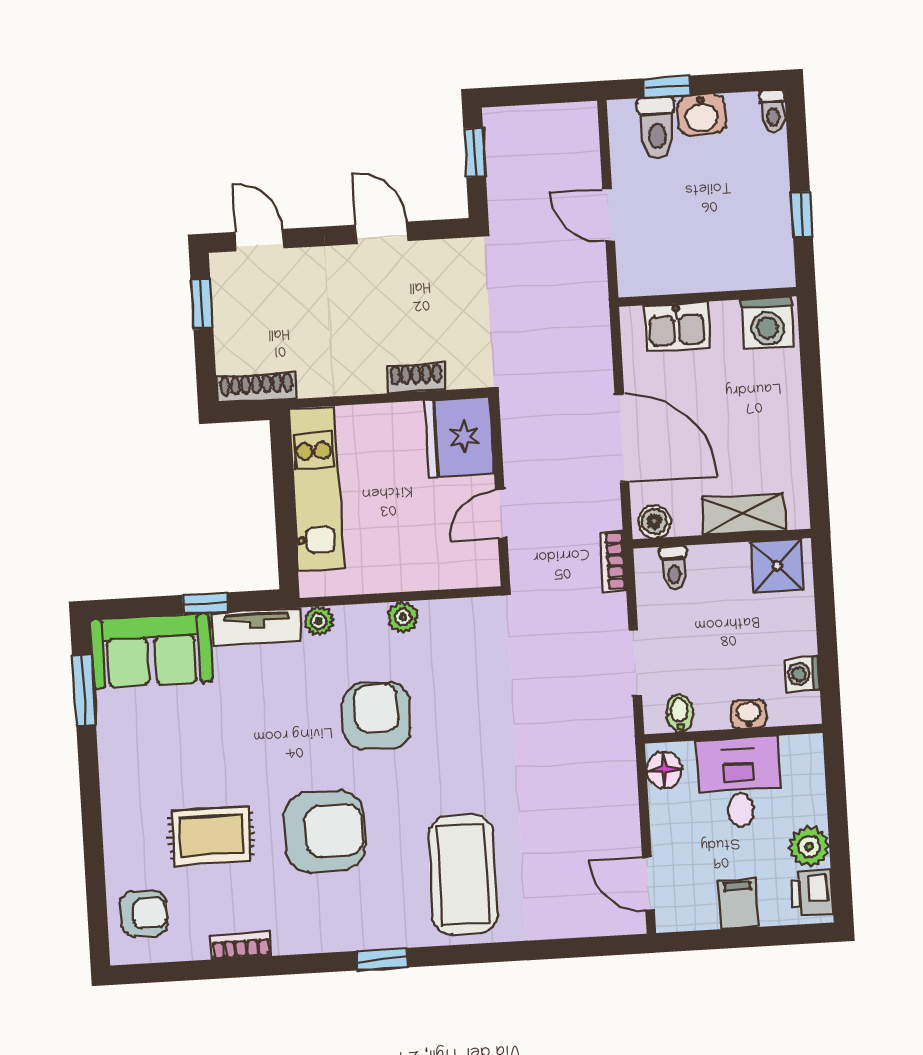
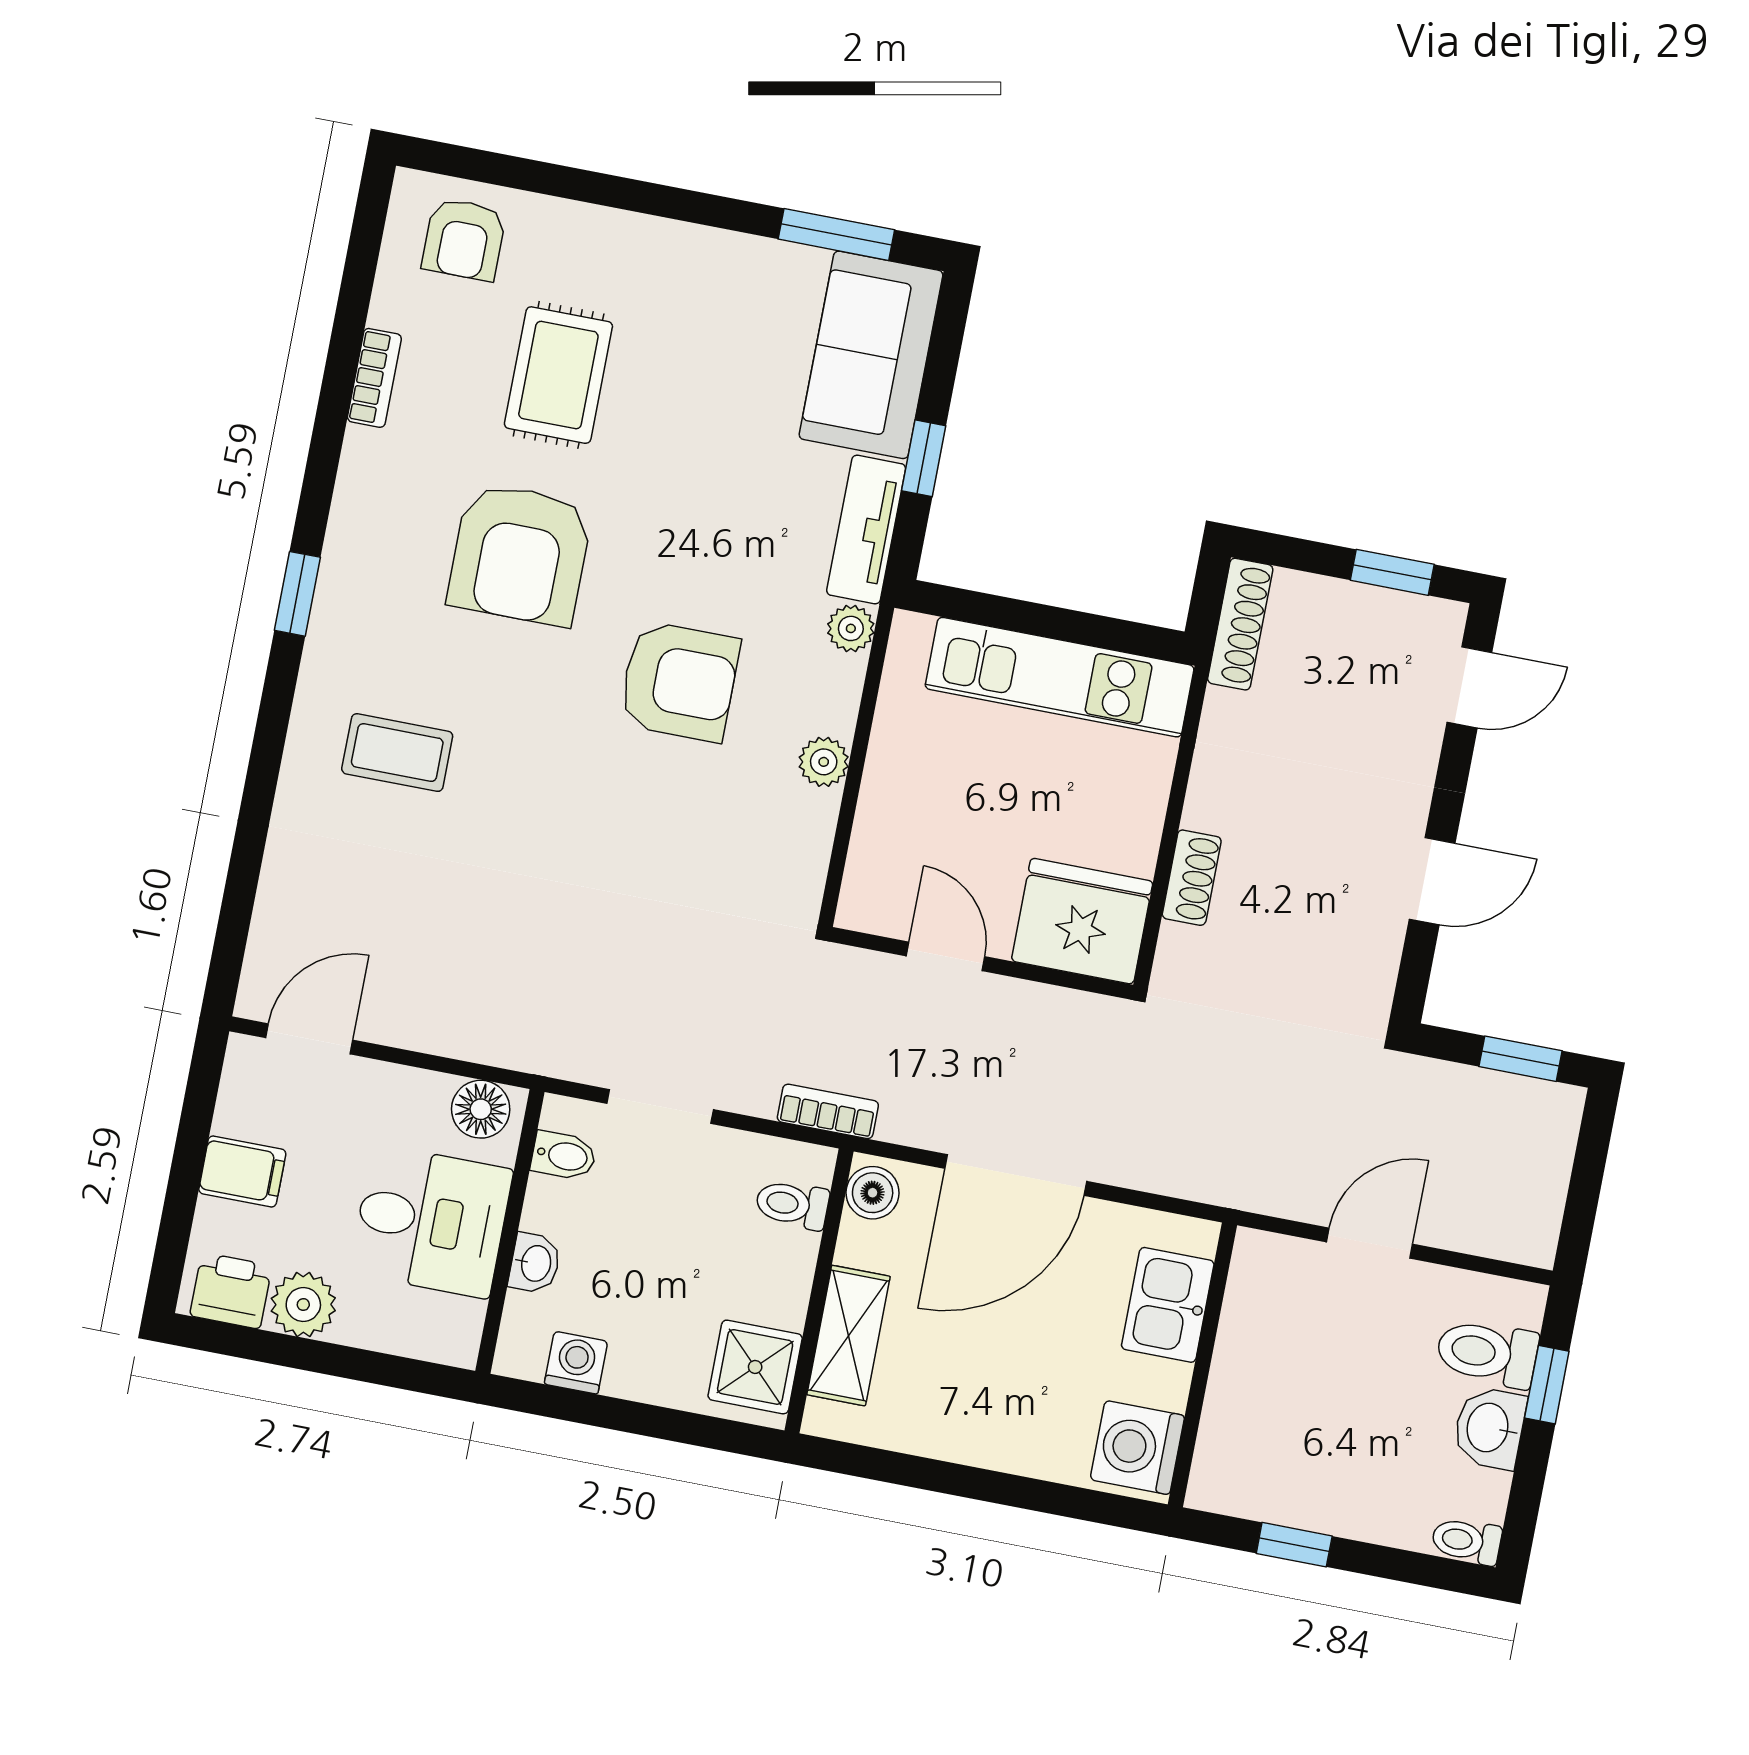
coffee table: (463, 875) -> (397, 753), width x0.54, depth x0.58

